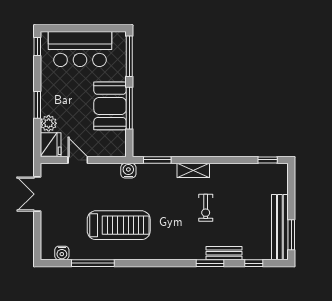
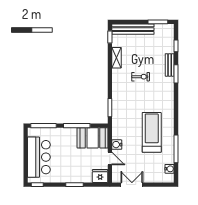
booth: (110, 106) -> (93, 138), moved
plant: (49, 123) -> (86, 177), removed
door: (78, 160) -> (110, 159), swing flipped
shelving: (193, 170) -> (117, 58), moved
water cooler: (128, 171) -> (117, 145), moved
double door: (37, 194) -> (132, 185), swing flipped
bench: (280, 227) -> (133, 29), moved

